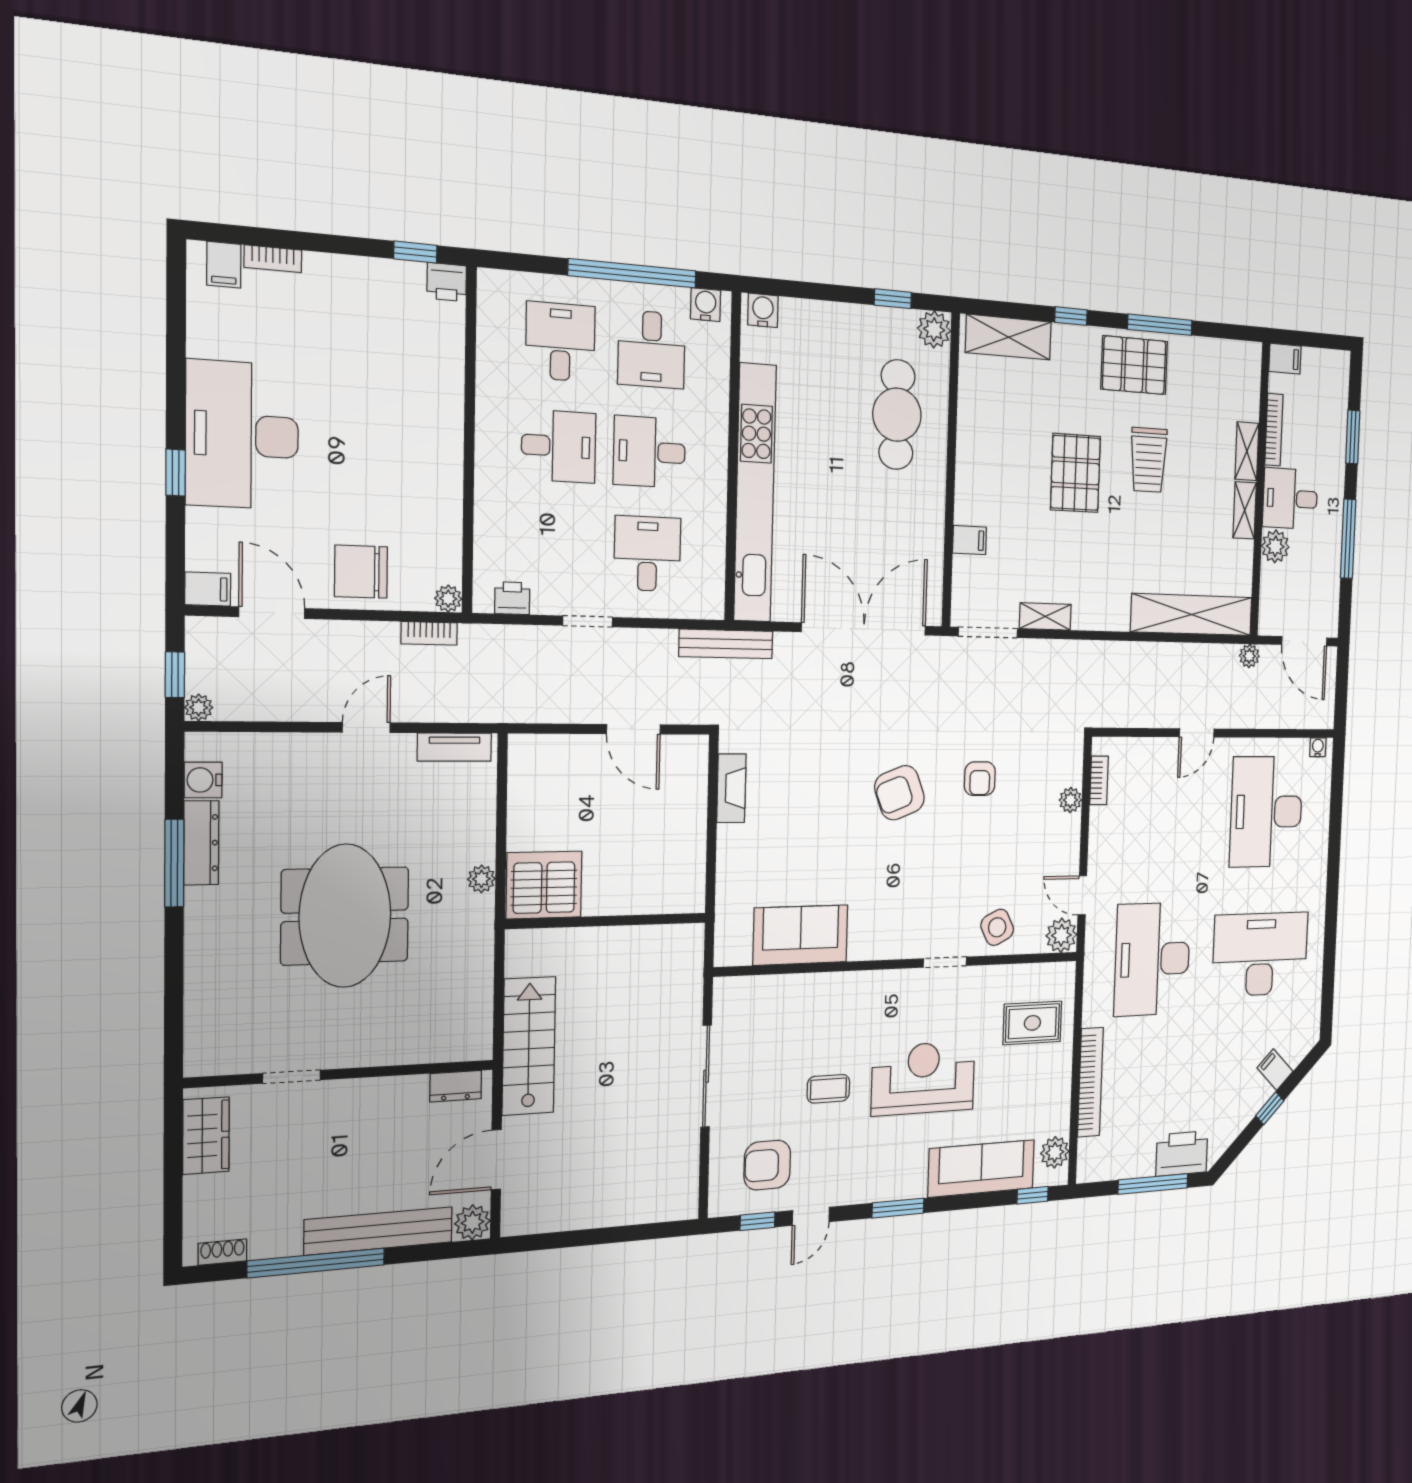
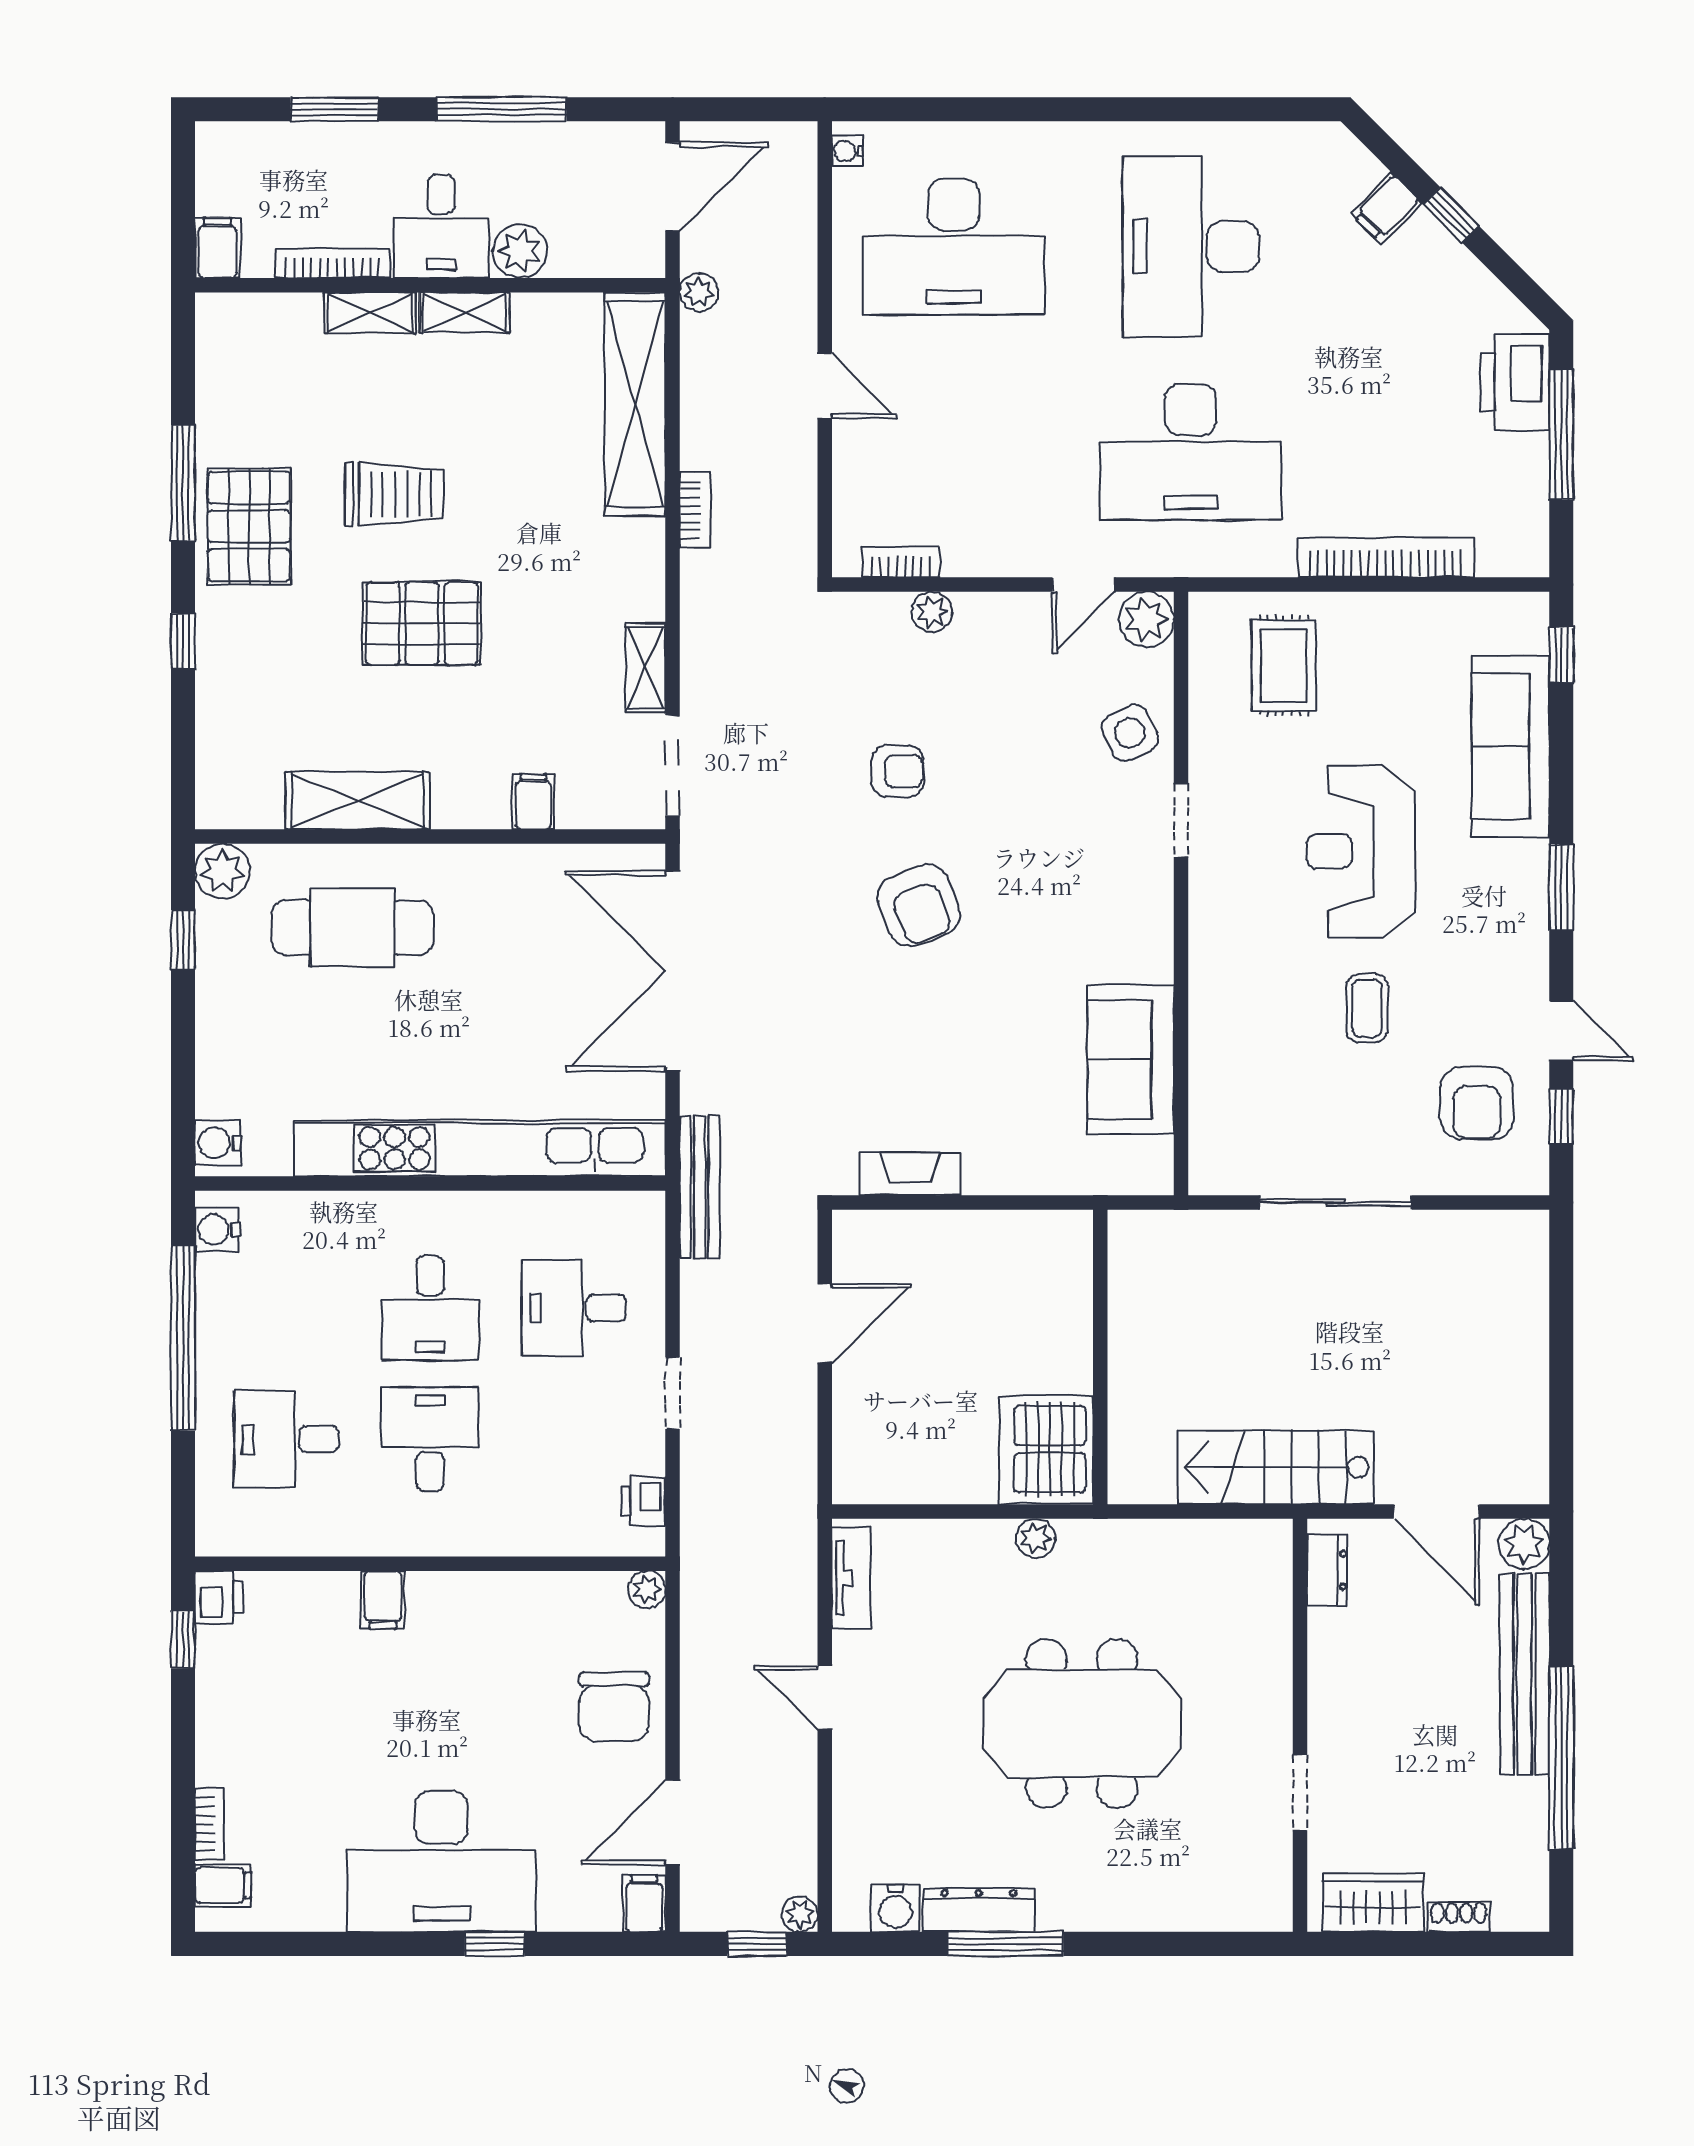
shelving: (1008, 337) -> (357, 801), moved, turned 90
desk: (652, 349) -> (286, 1308), removed
filing cabinet: (443, 404) -> (383, 1600), added
bookcase: (429, 633) -> (695, 510), moved
plant: (1055, 1152) -> (1495, 617), removed
shoe rack: (222, 1252) -> (1459, 1917), moved, turned 90

